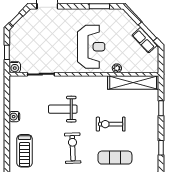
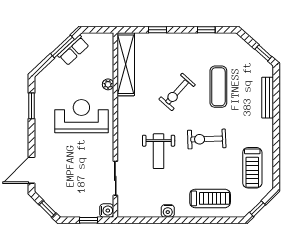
exercise bike: (111, 124) -> (177, 92), turned 42

